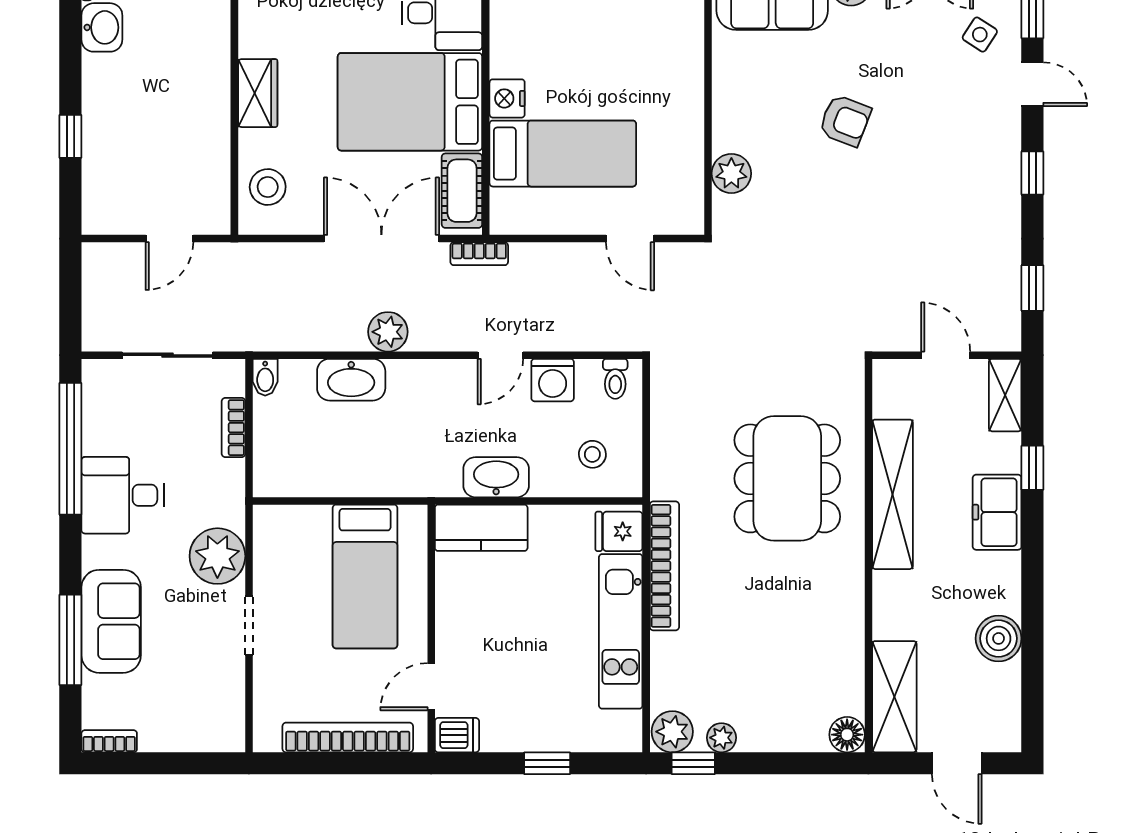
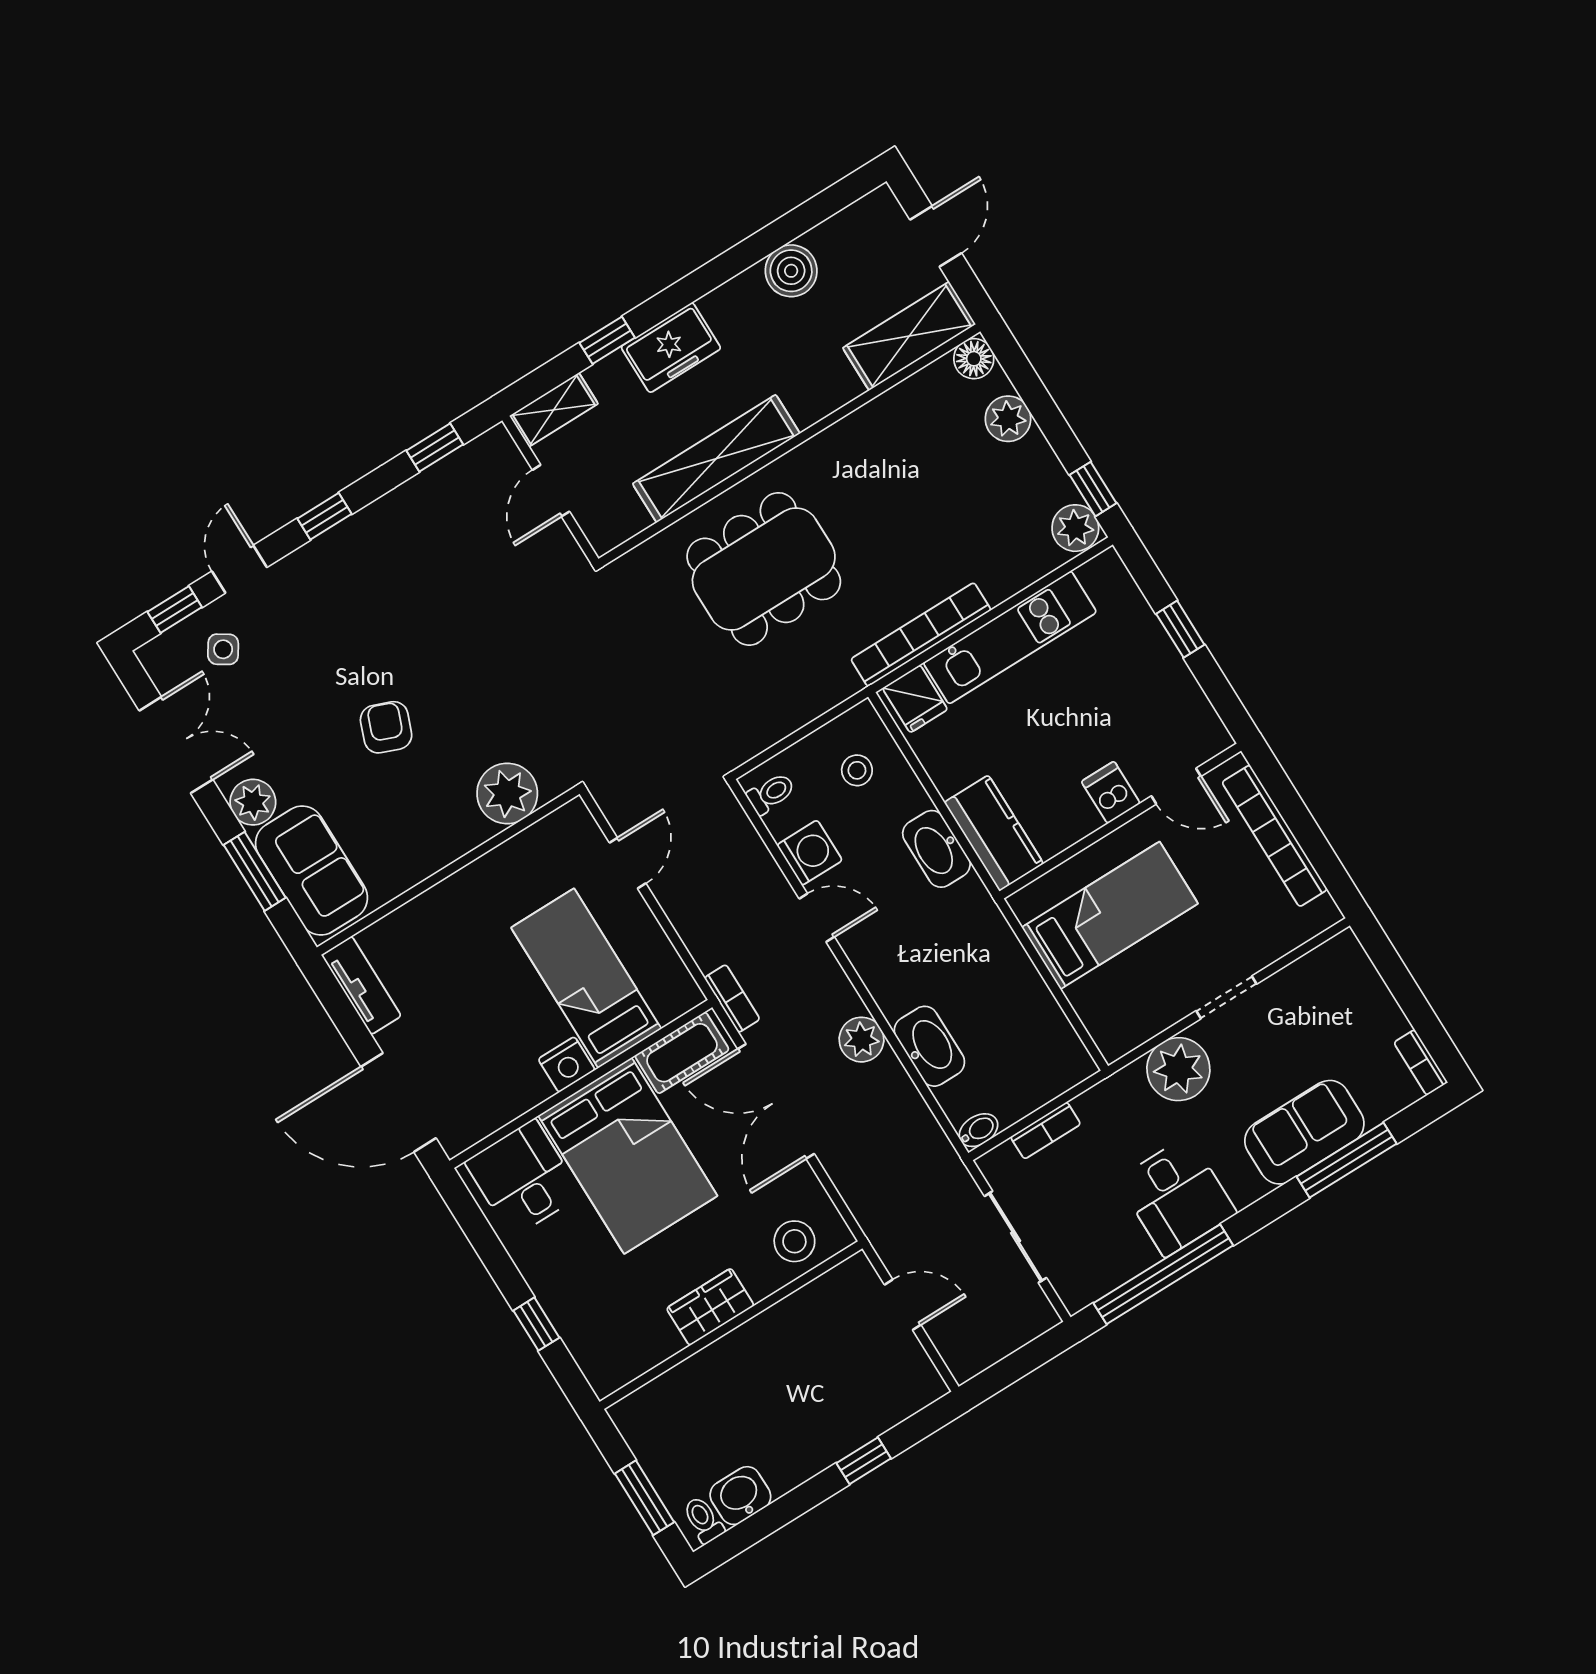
plant: (731, 173) -> (507, 794), width x1.36, depth x1.36
dishwasher: (457, 735) -> (1111, 792), moved
plant: (721, 738) -> (1008, 419), moved, width x1.38, depth x1.38

